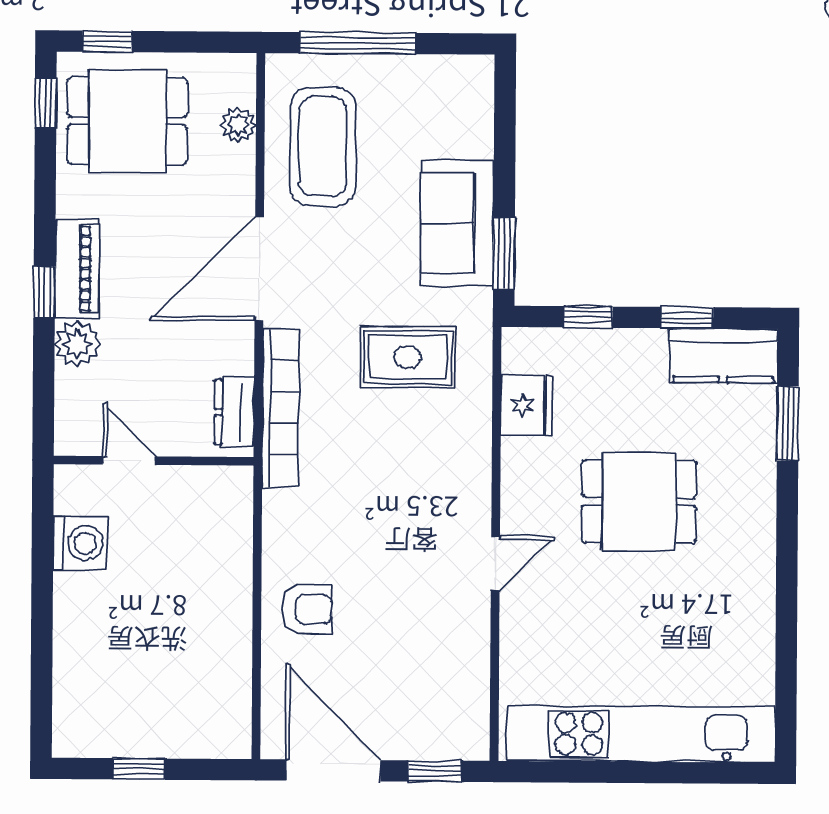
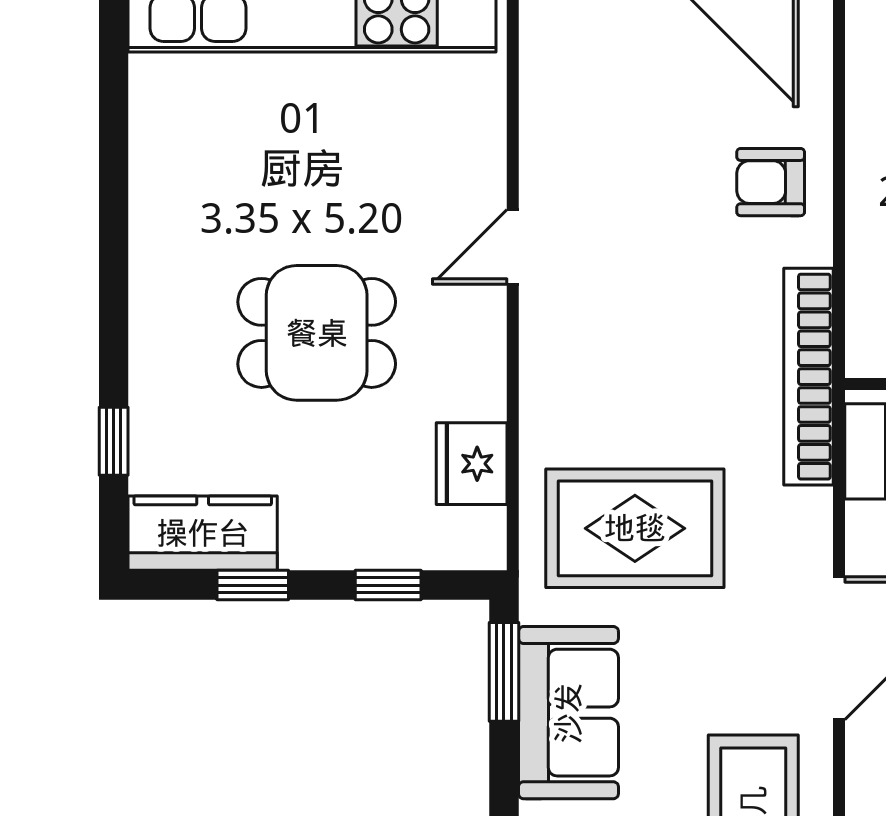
rug: (408, 357) -> (635, 528), width x1.36, depth x1.43
bookcase: (281, 408) -> (809, 377), moved
window: (788, 423) -> (114, 441), width x0.67

